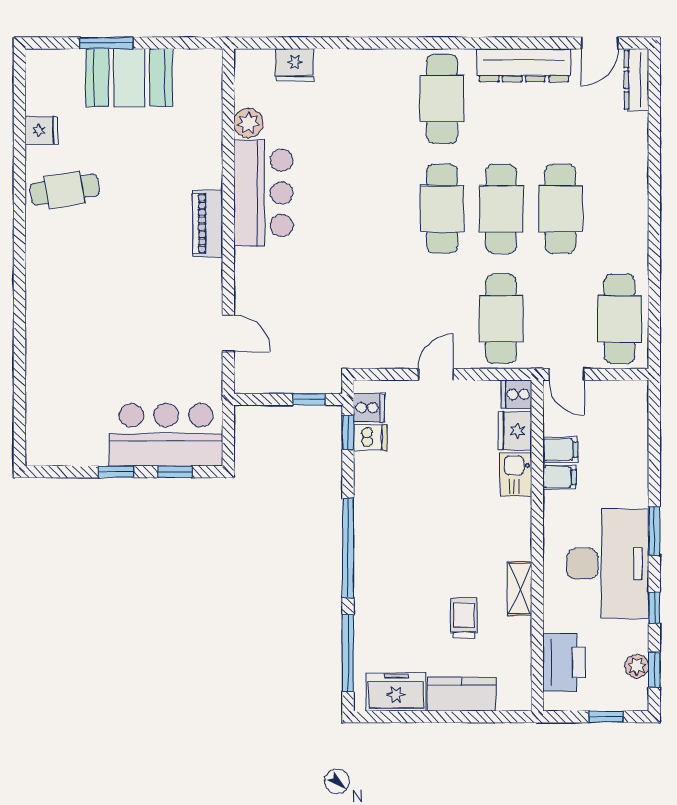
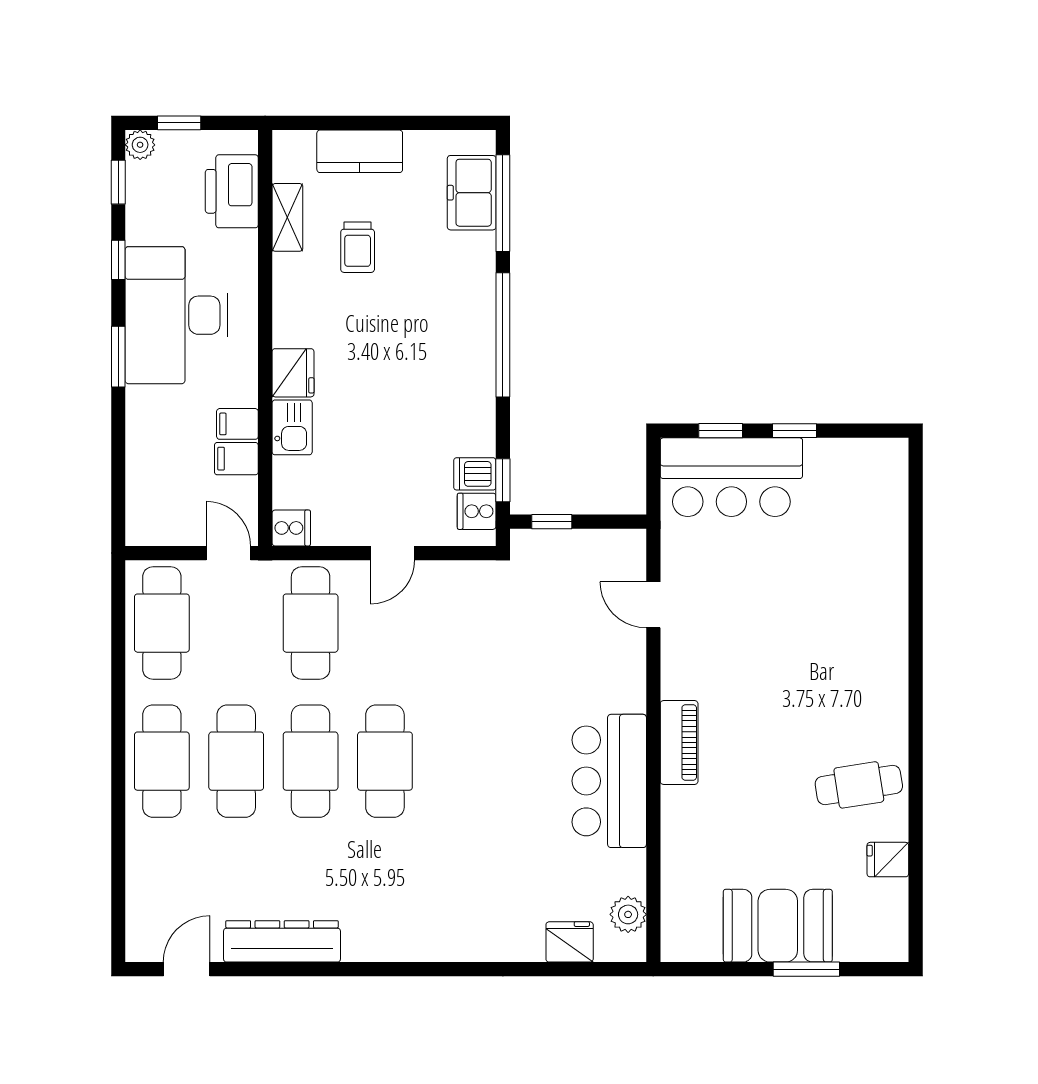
dresser: (636, 80) -> (141, 923), removed
cafe table: (442, 99) -> (162, 761), moved
plant: (248, 123) -> (628, 914), moved
fridge: (515, 431) -> (293, 373), moved
shelving: (520, 589) -> (287, 217), moved
plant: (637, 666) -> (140, 145), moved
freezer: (396, 692) -> (472, 193), moved, turned 90

